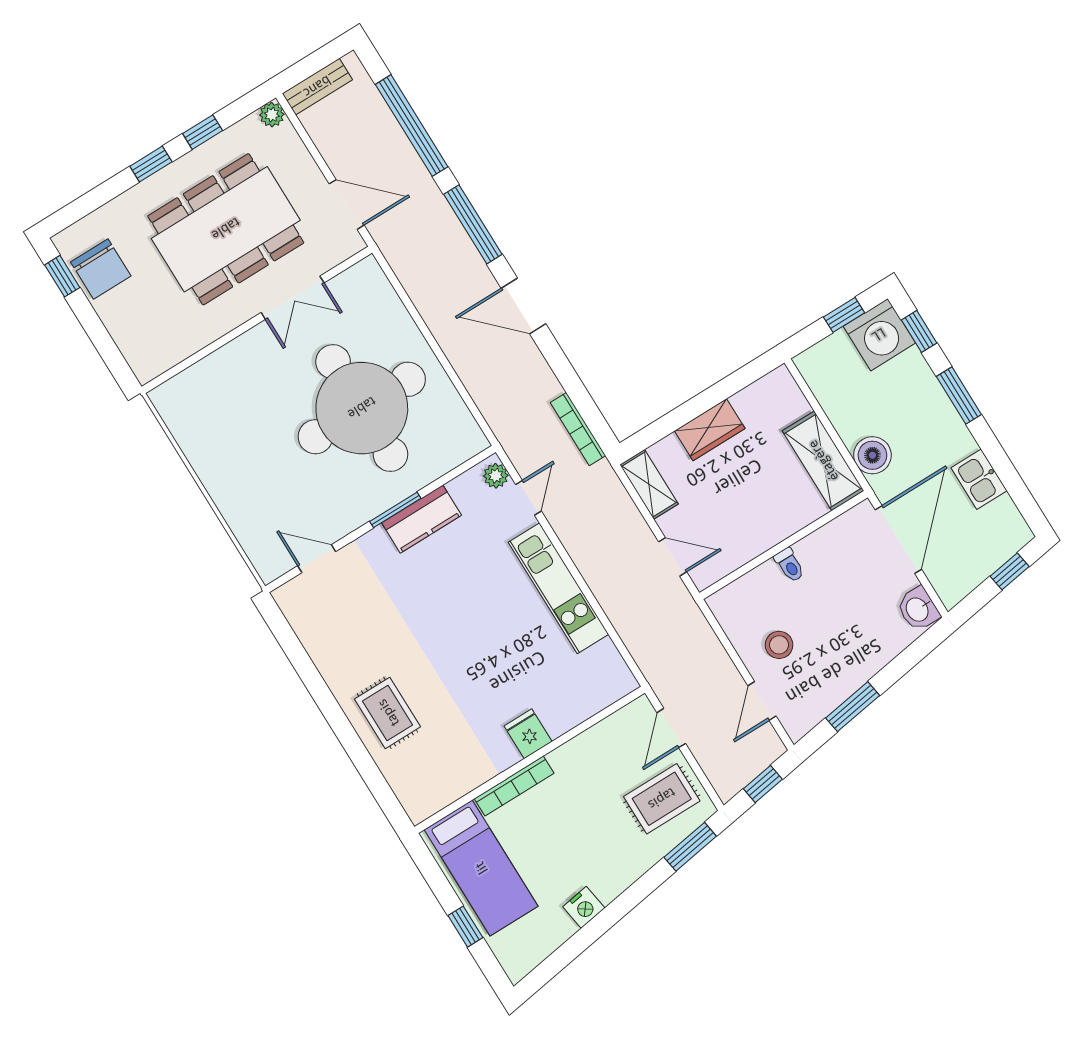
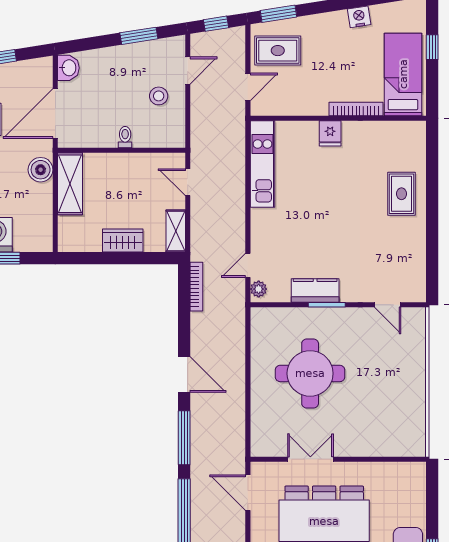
round table: (362, 408) -> (310, 373), width x0.73, depth x0.73
kitchen unit: (558, 588) -> (262, 164), moved

